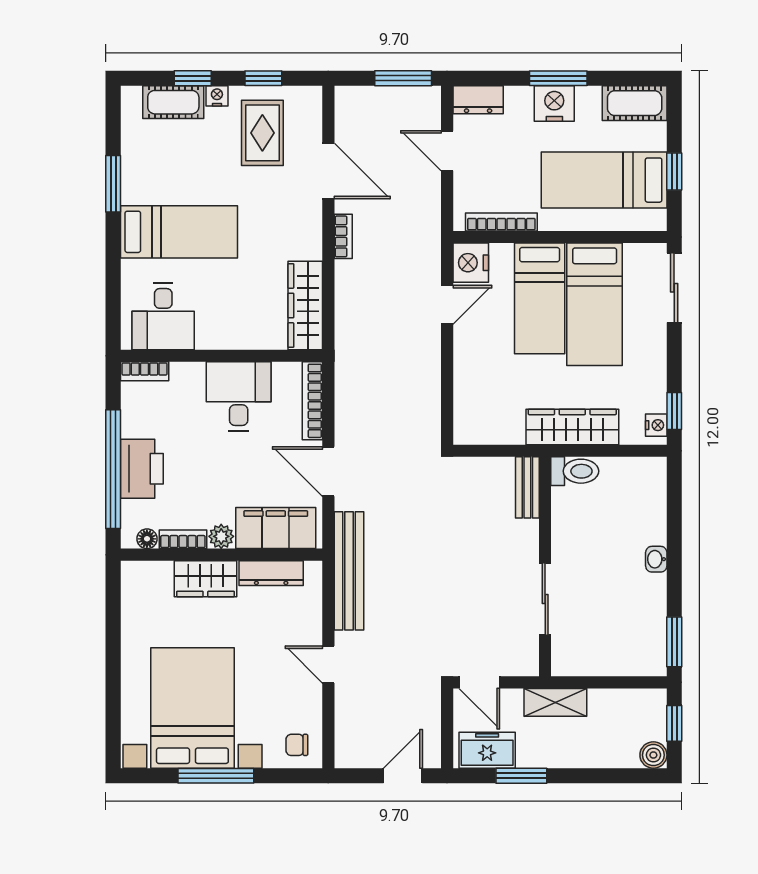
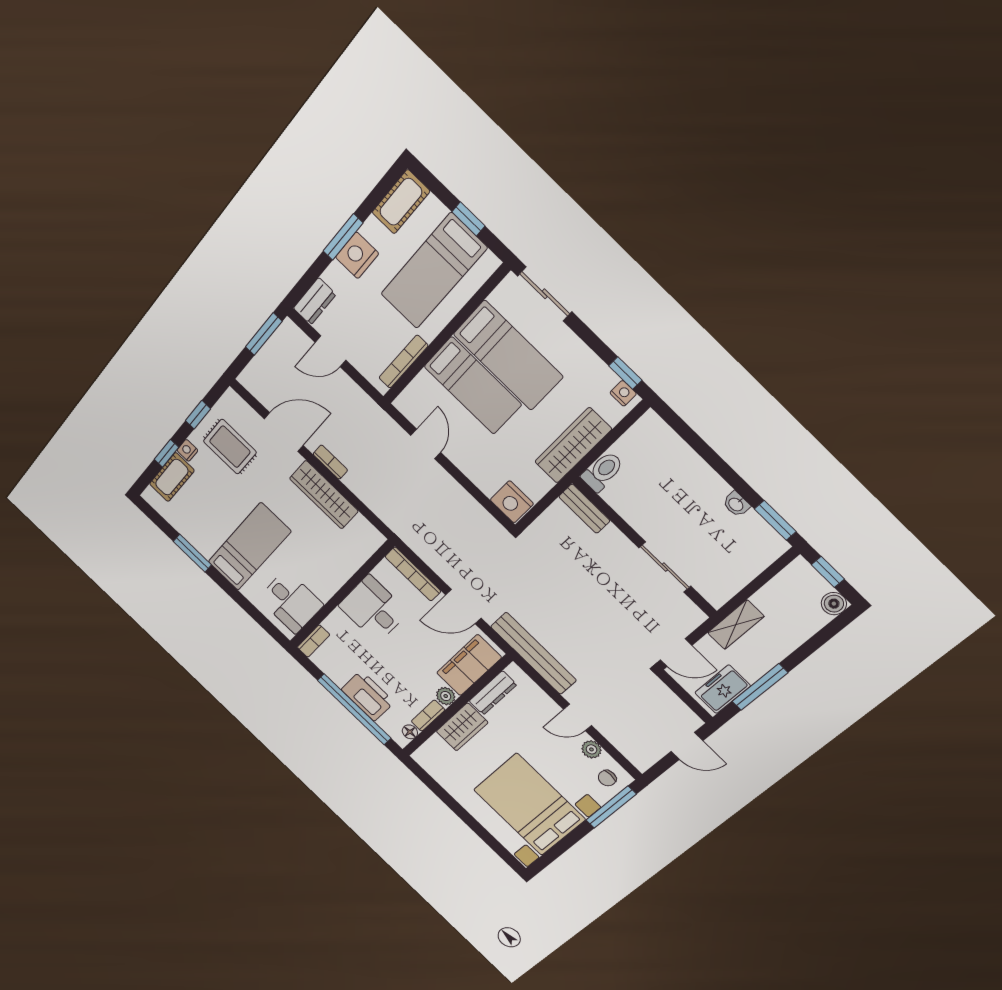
nightstand: (471, 263) -> (512, 502), moved
wardrobe: (305, 305) -> (324, 495), moved
washbasin: (656, 559) -> (736, 504), moved
plant: (310, 705) -> (591, 749), added
window: (216, 776) -> (611, 807), moved
door: (403, 776) -> (687, 746), swing flipped
window: (521, 776) -> (760, 687), width x1.44

